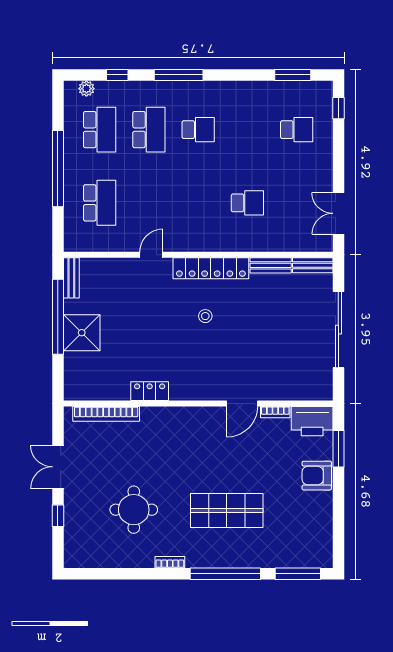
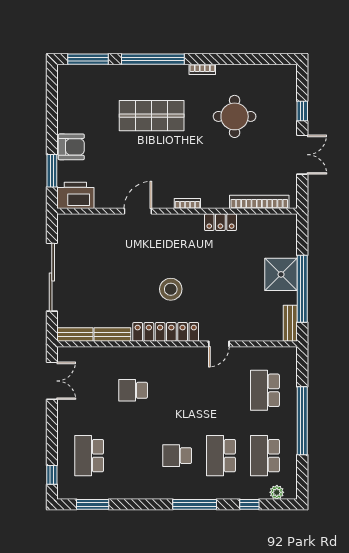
school desk: (297, 130) -> (89, 456), width x1.85
stool: (205, 316) -> (171, 289), width x1.89, depth x1.89
bookcase: (275, 412) -> (187, 203), moved

